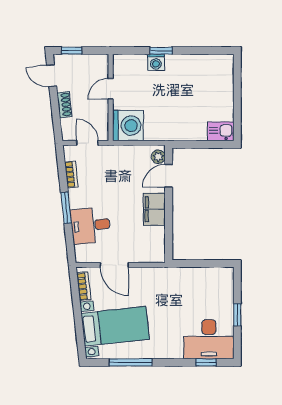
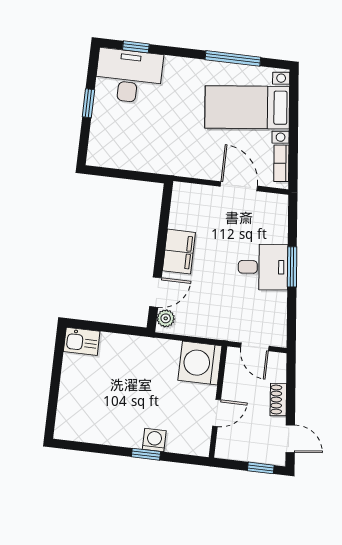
bookcase: (71, 174) -> (280, 309), removed
desk: (91, 225) -> (263, 267), moved

